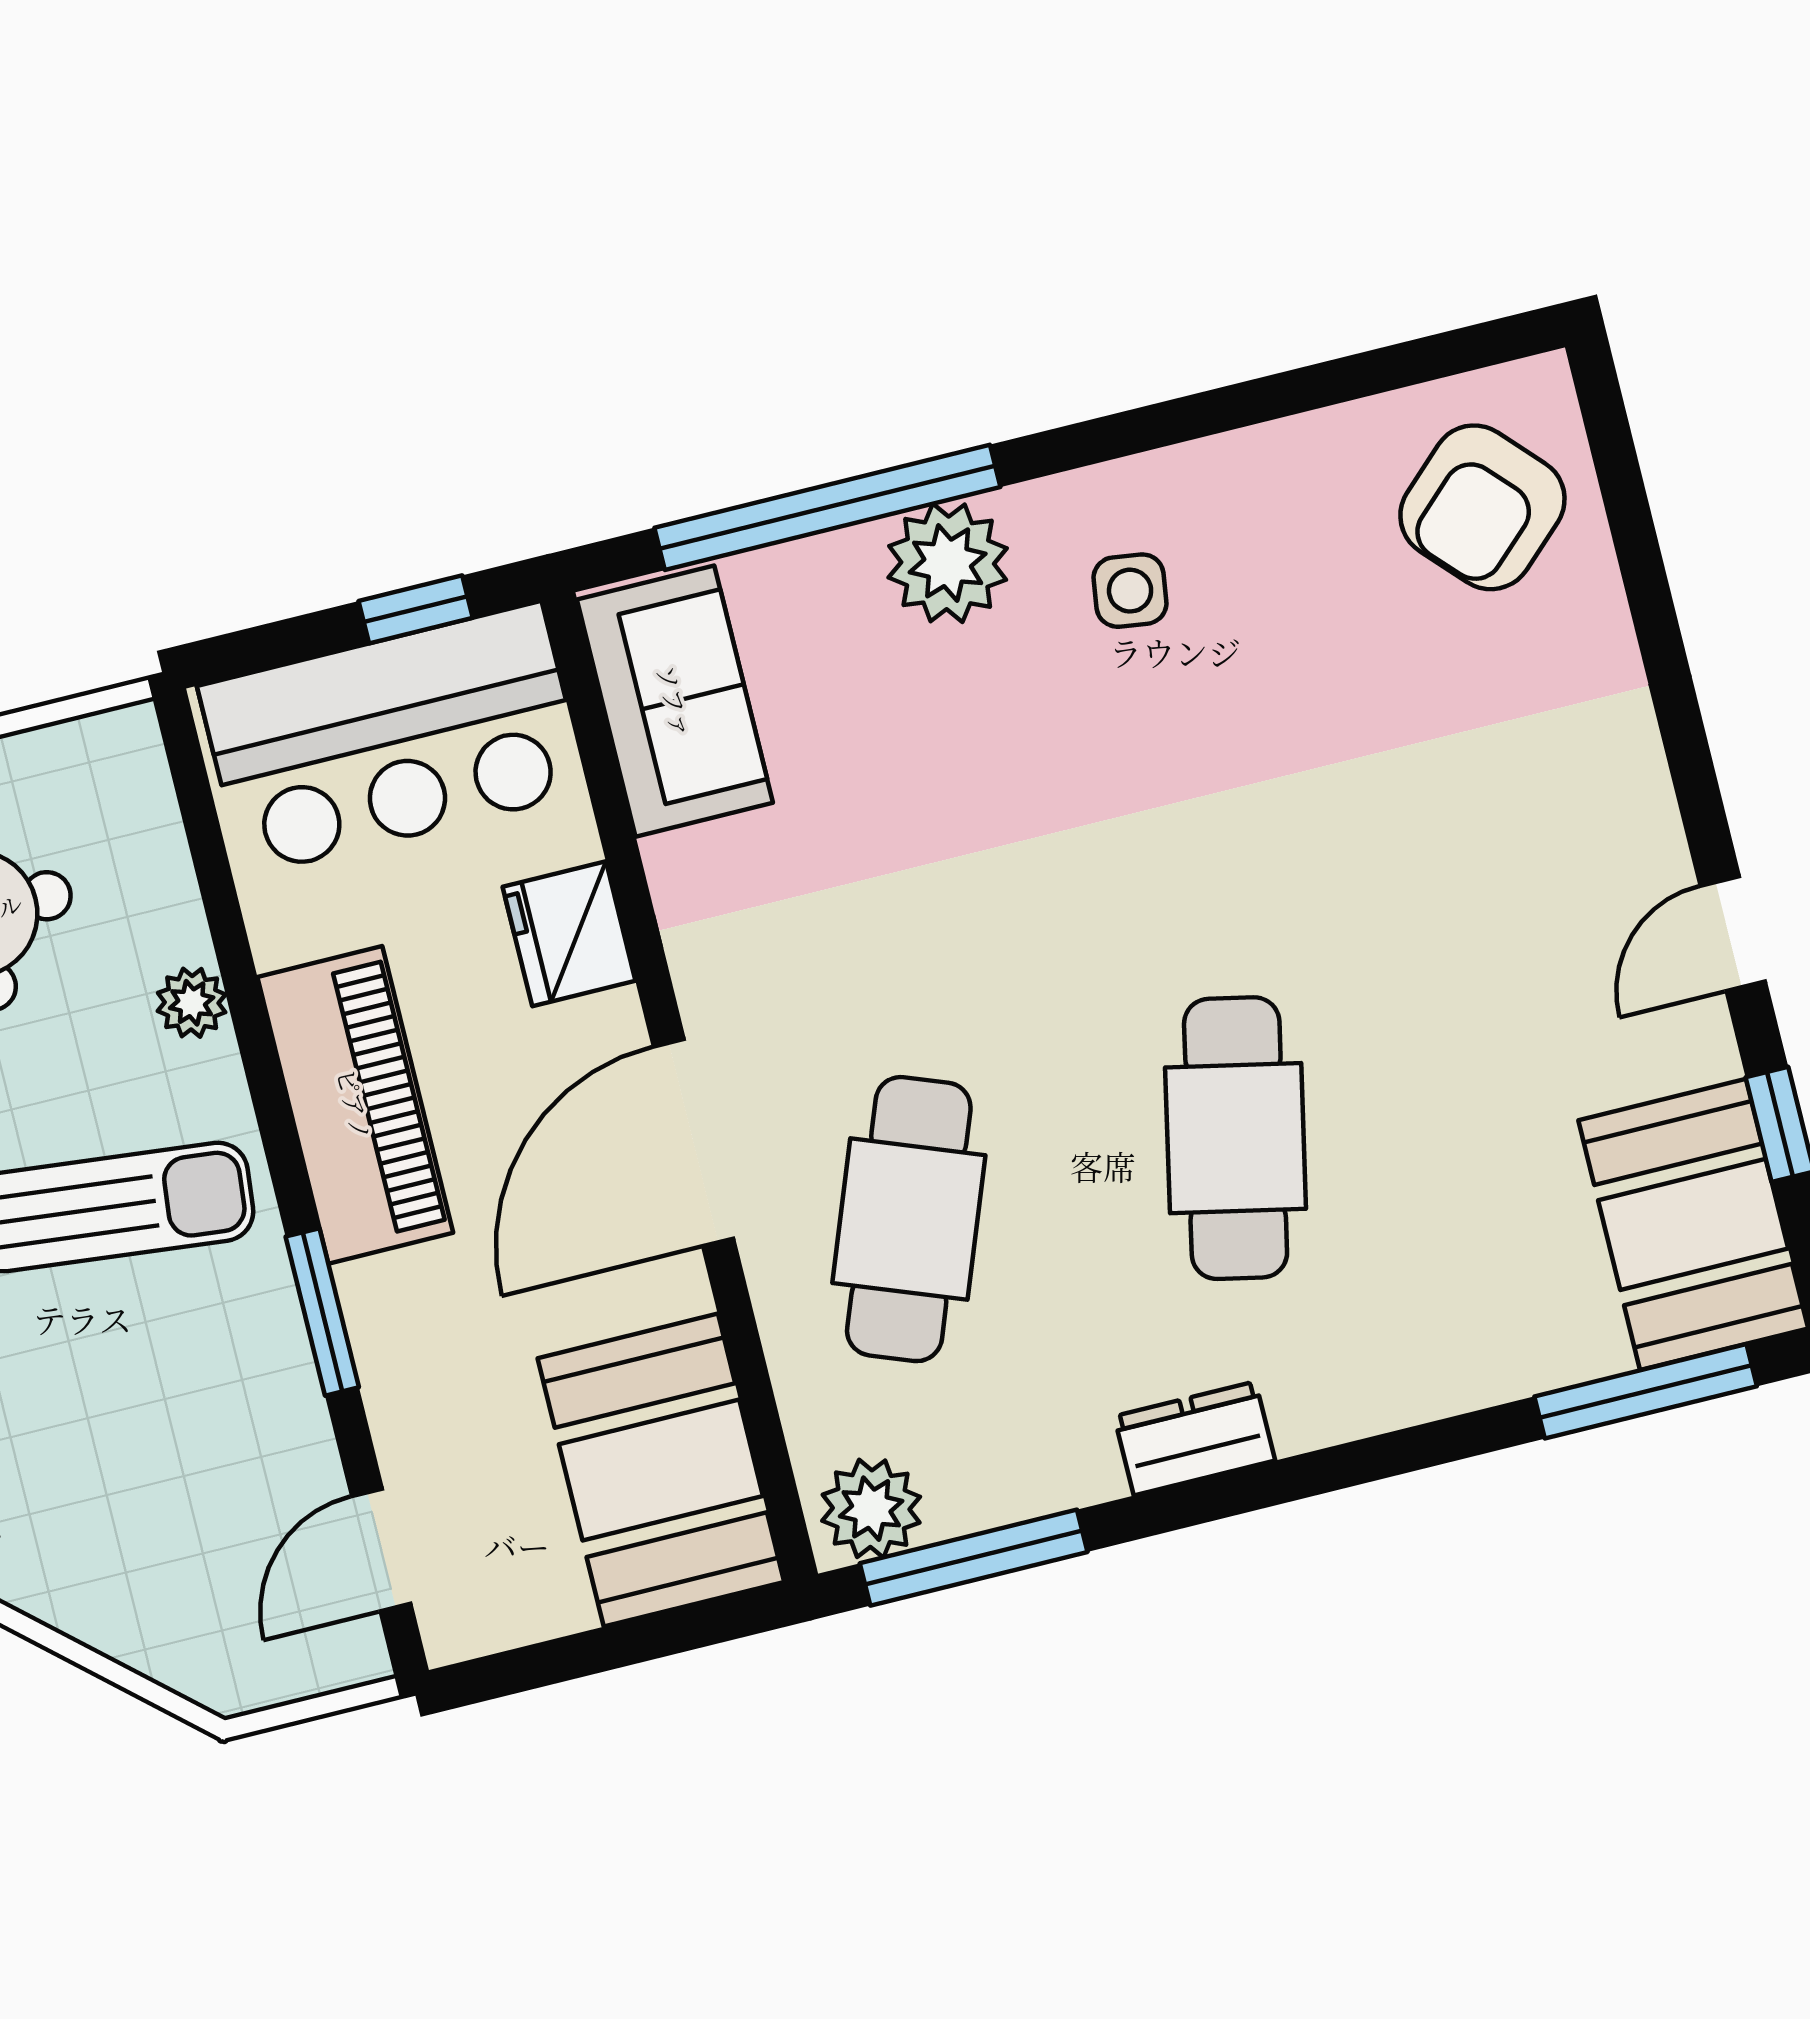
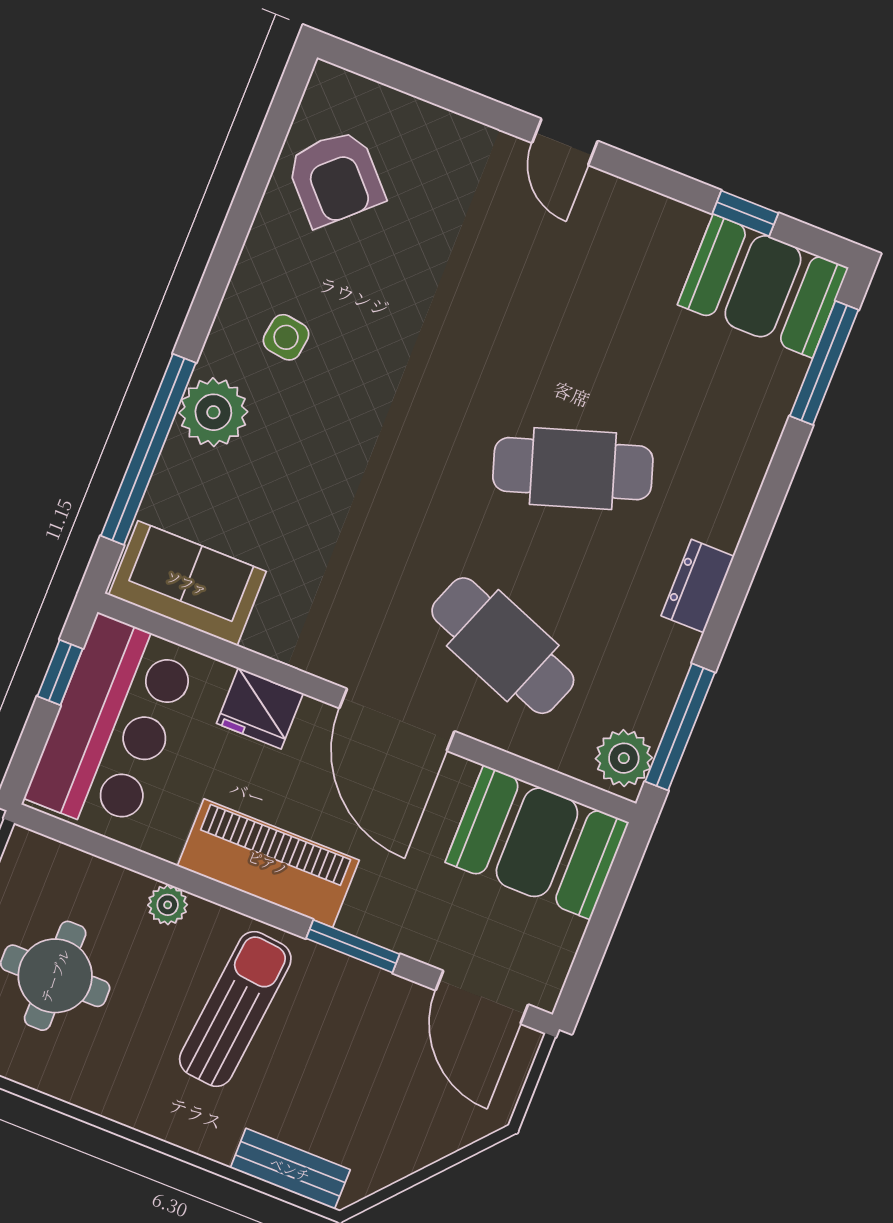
armchair: (1482, 507) -> (335, 178), moved
door: (1733, 934) -> (565, 142), moved
cafe table: (1236, 1138) -> (573, 469), turned -30
door: (381, 1550) -> (482, 997), width x1.38

